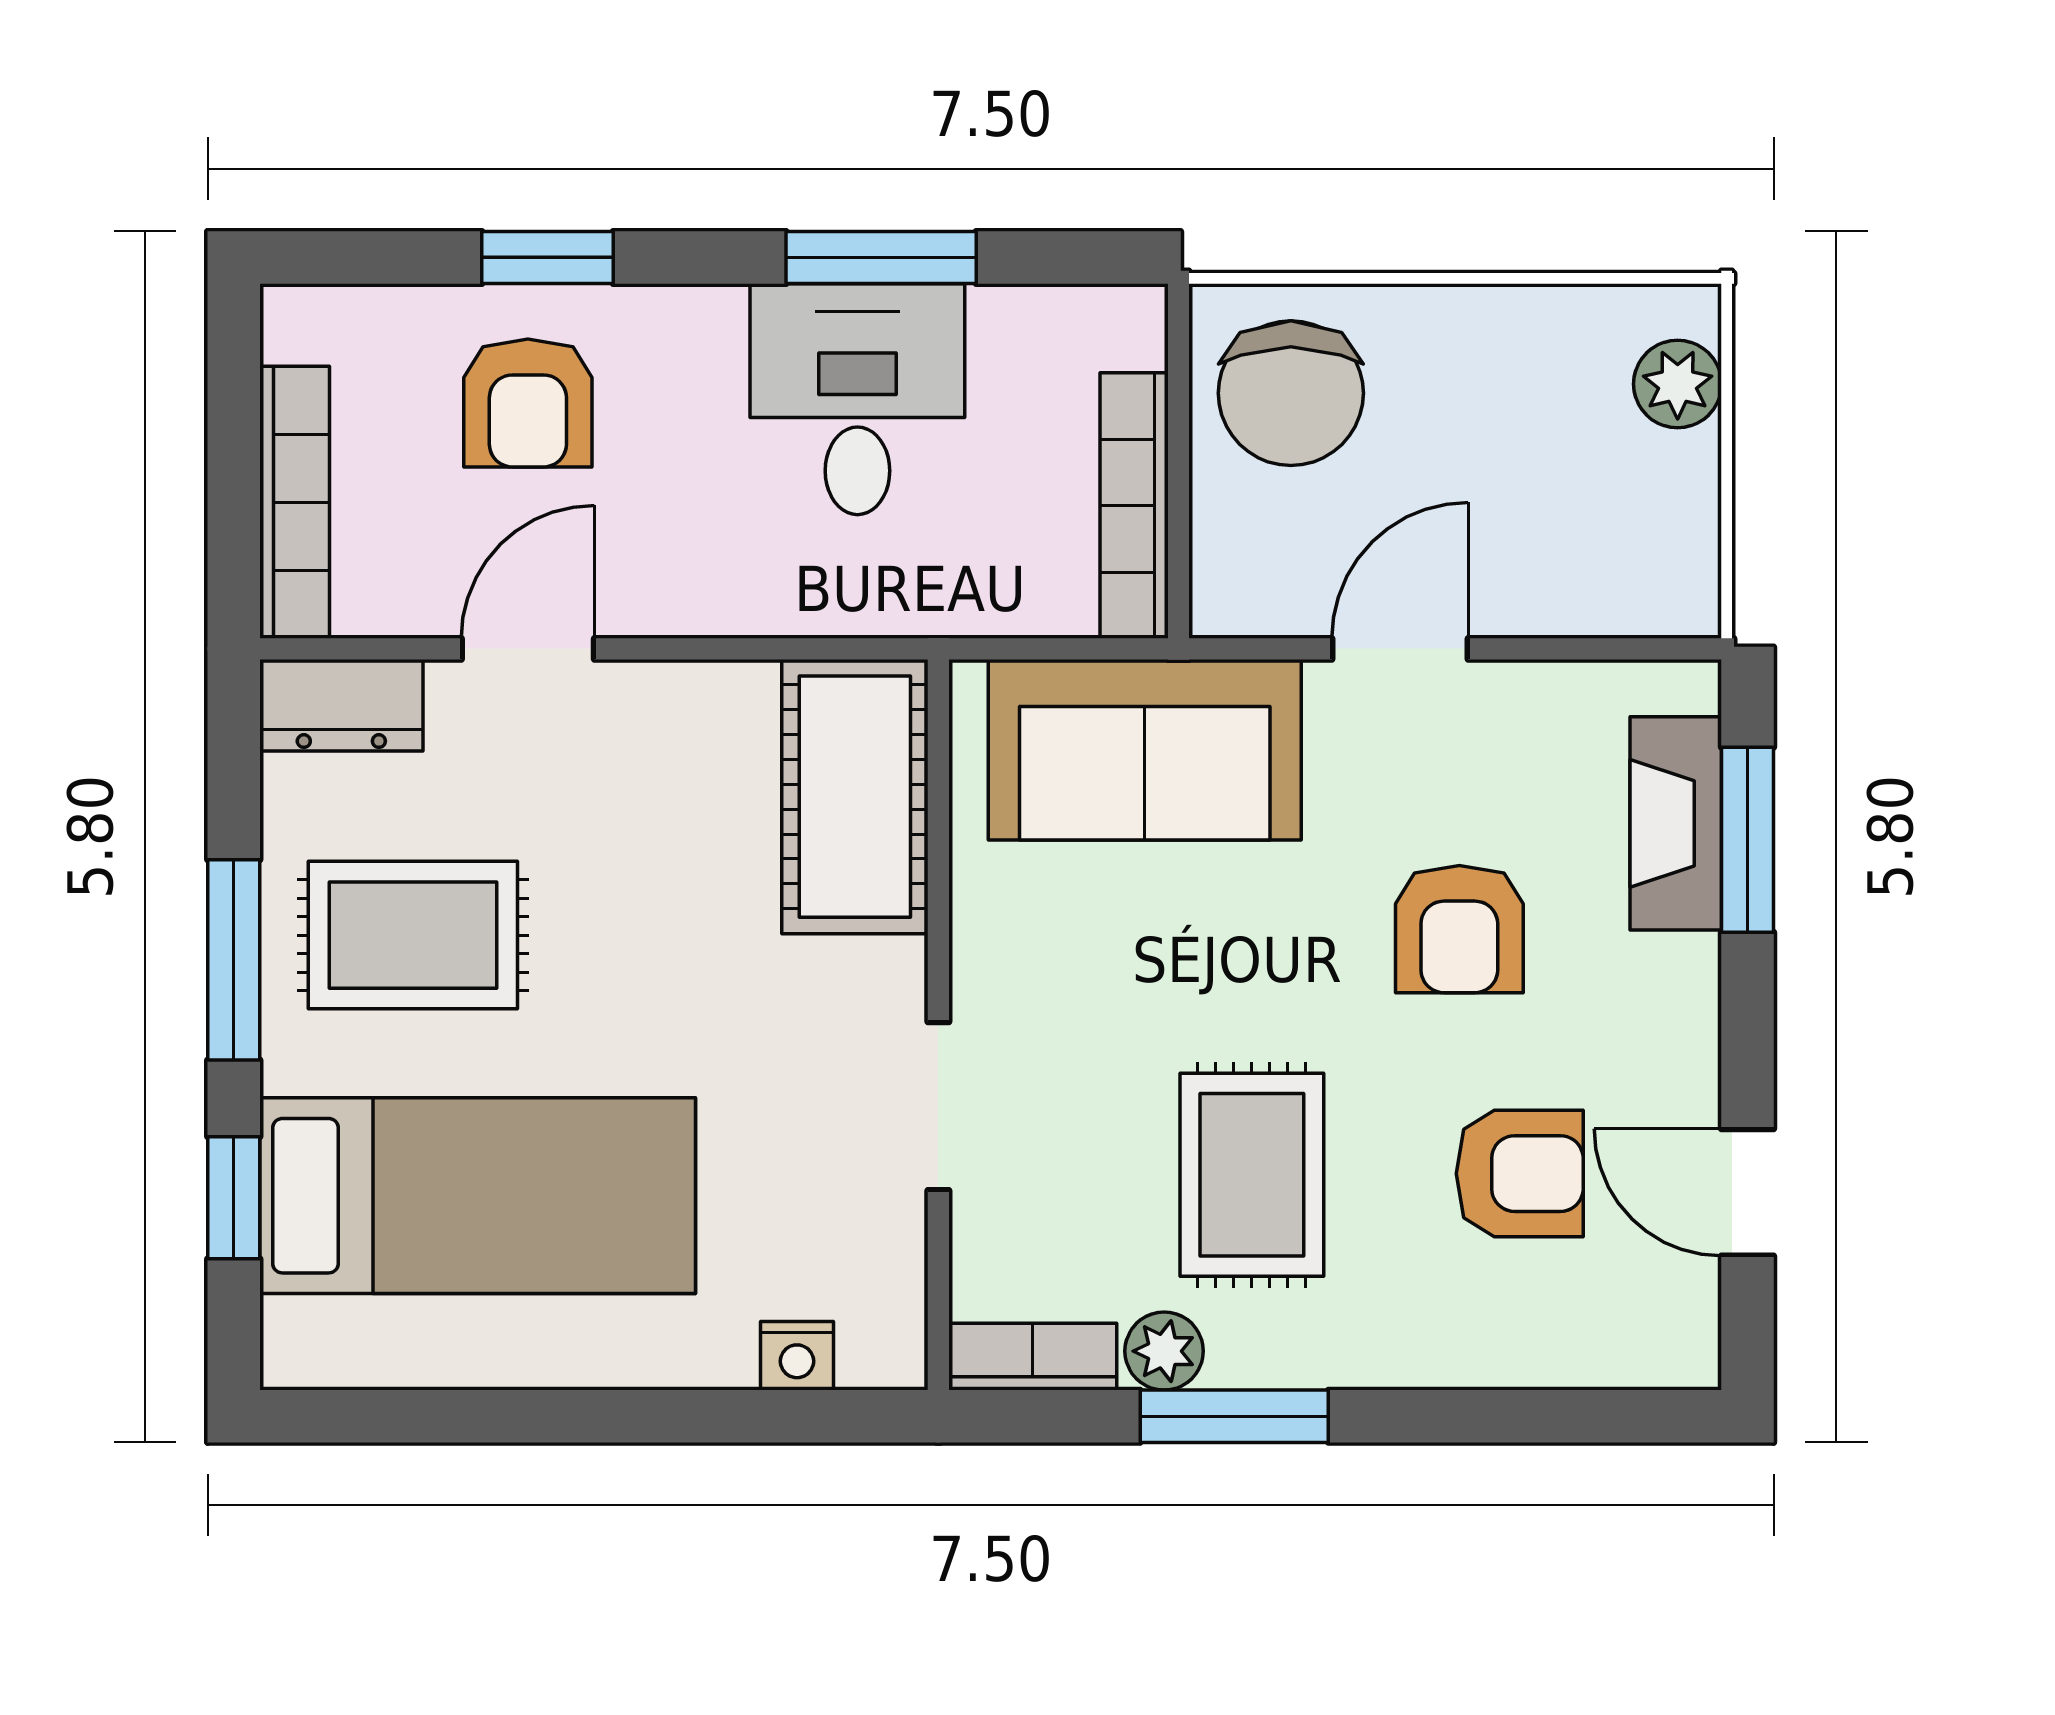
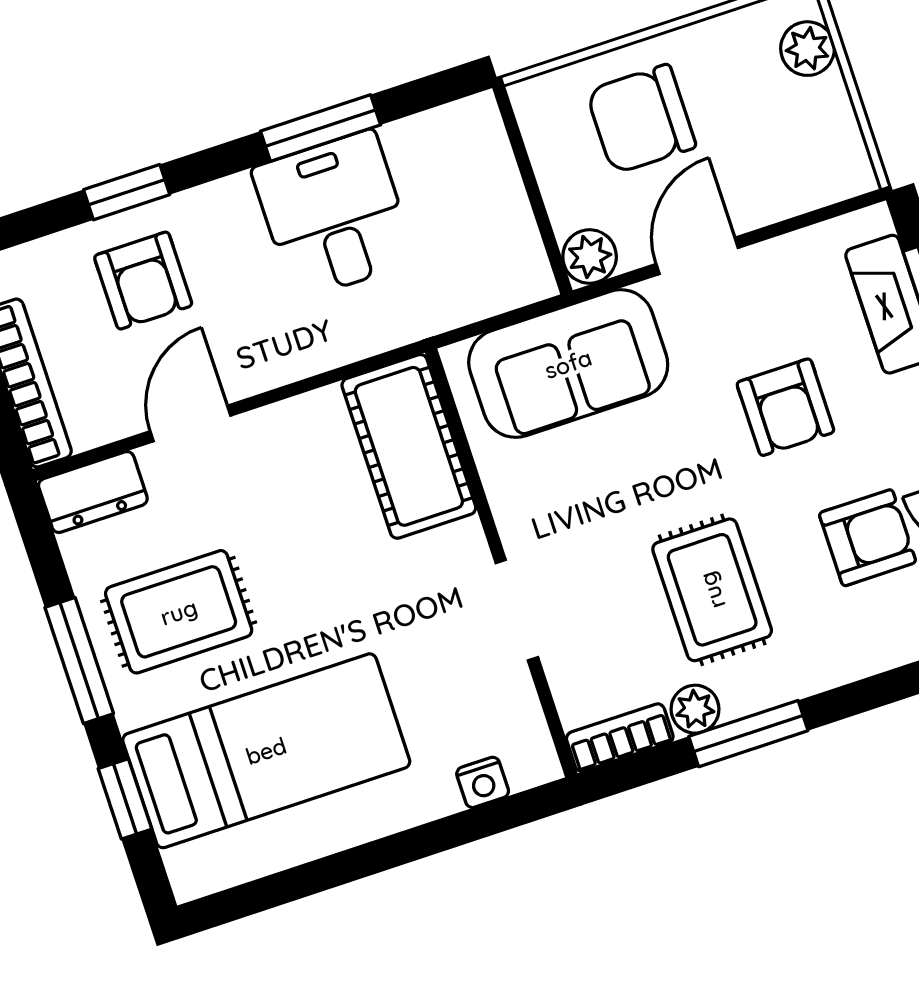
chair: (1291, 393) -> (641, 119), moved, turned 90
bookcase: (1134, 506) -> (515, 224), removed
plant: (1233, 595) -> (590, 257), added

